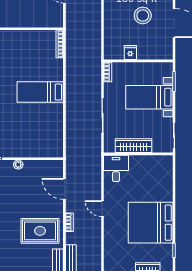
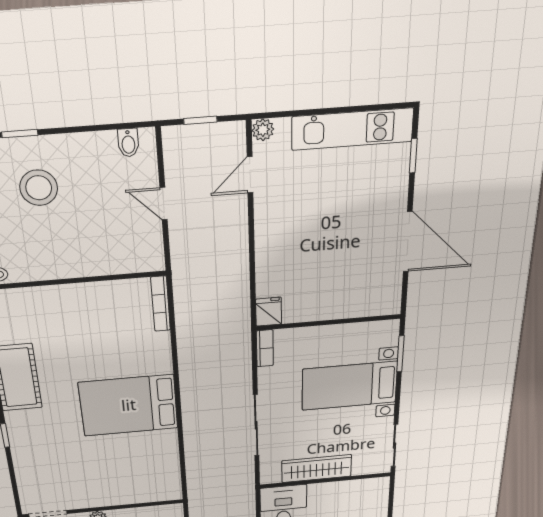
stool: (143, 15) -> (340, 232), removed
fridge: (130, 53) -> (269, 312), moved
bed: (40, 92) -> (129, 405), width x1.50

